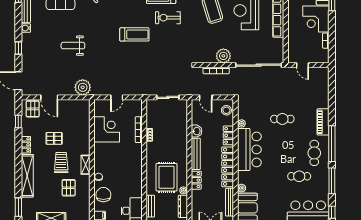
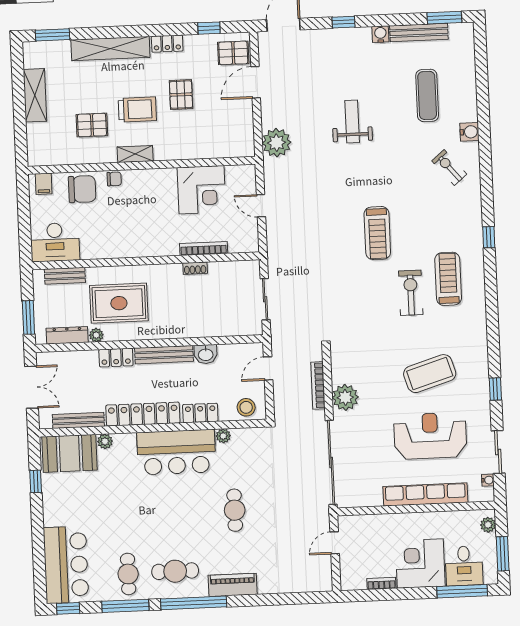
cafe table: (299, 176) -> (128, 574), moved

